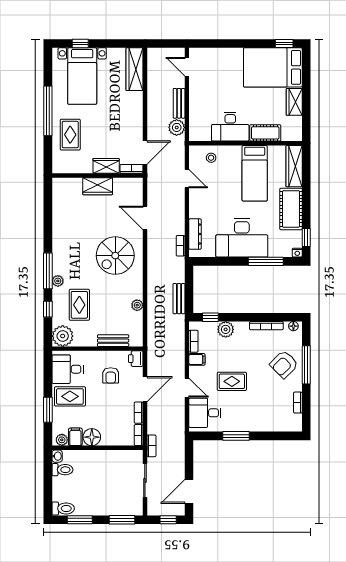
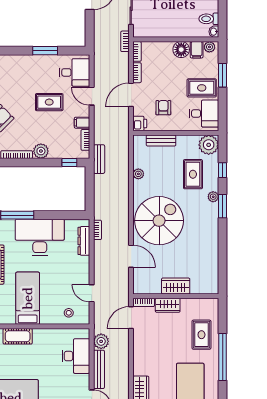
bench: (179, 103) -> (99, 369), width x1.36
desk: (230, 127) -> (76, 356), moved, turned 90
spiral stairs: (115, 256) -> (159, 221), width x1.37, depth x1.37
window: (48, 271) -> (223, 206), width x0.69
bench: (179, 299) -> (99, 159), moved
plant: (226, 329) -> (41, 151), moved

